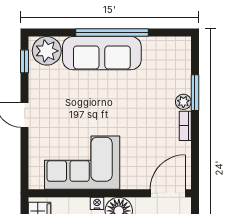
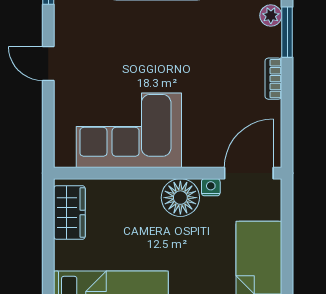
plant: (183, 102) -> (271, 16), moved
nightstand: (97, 203) -> (211, 187), moved

